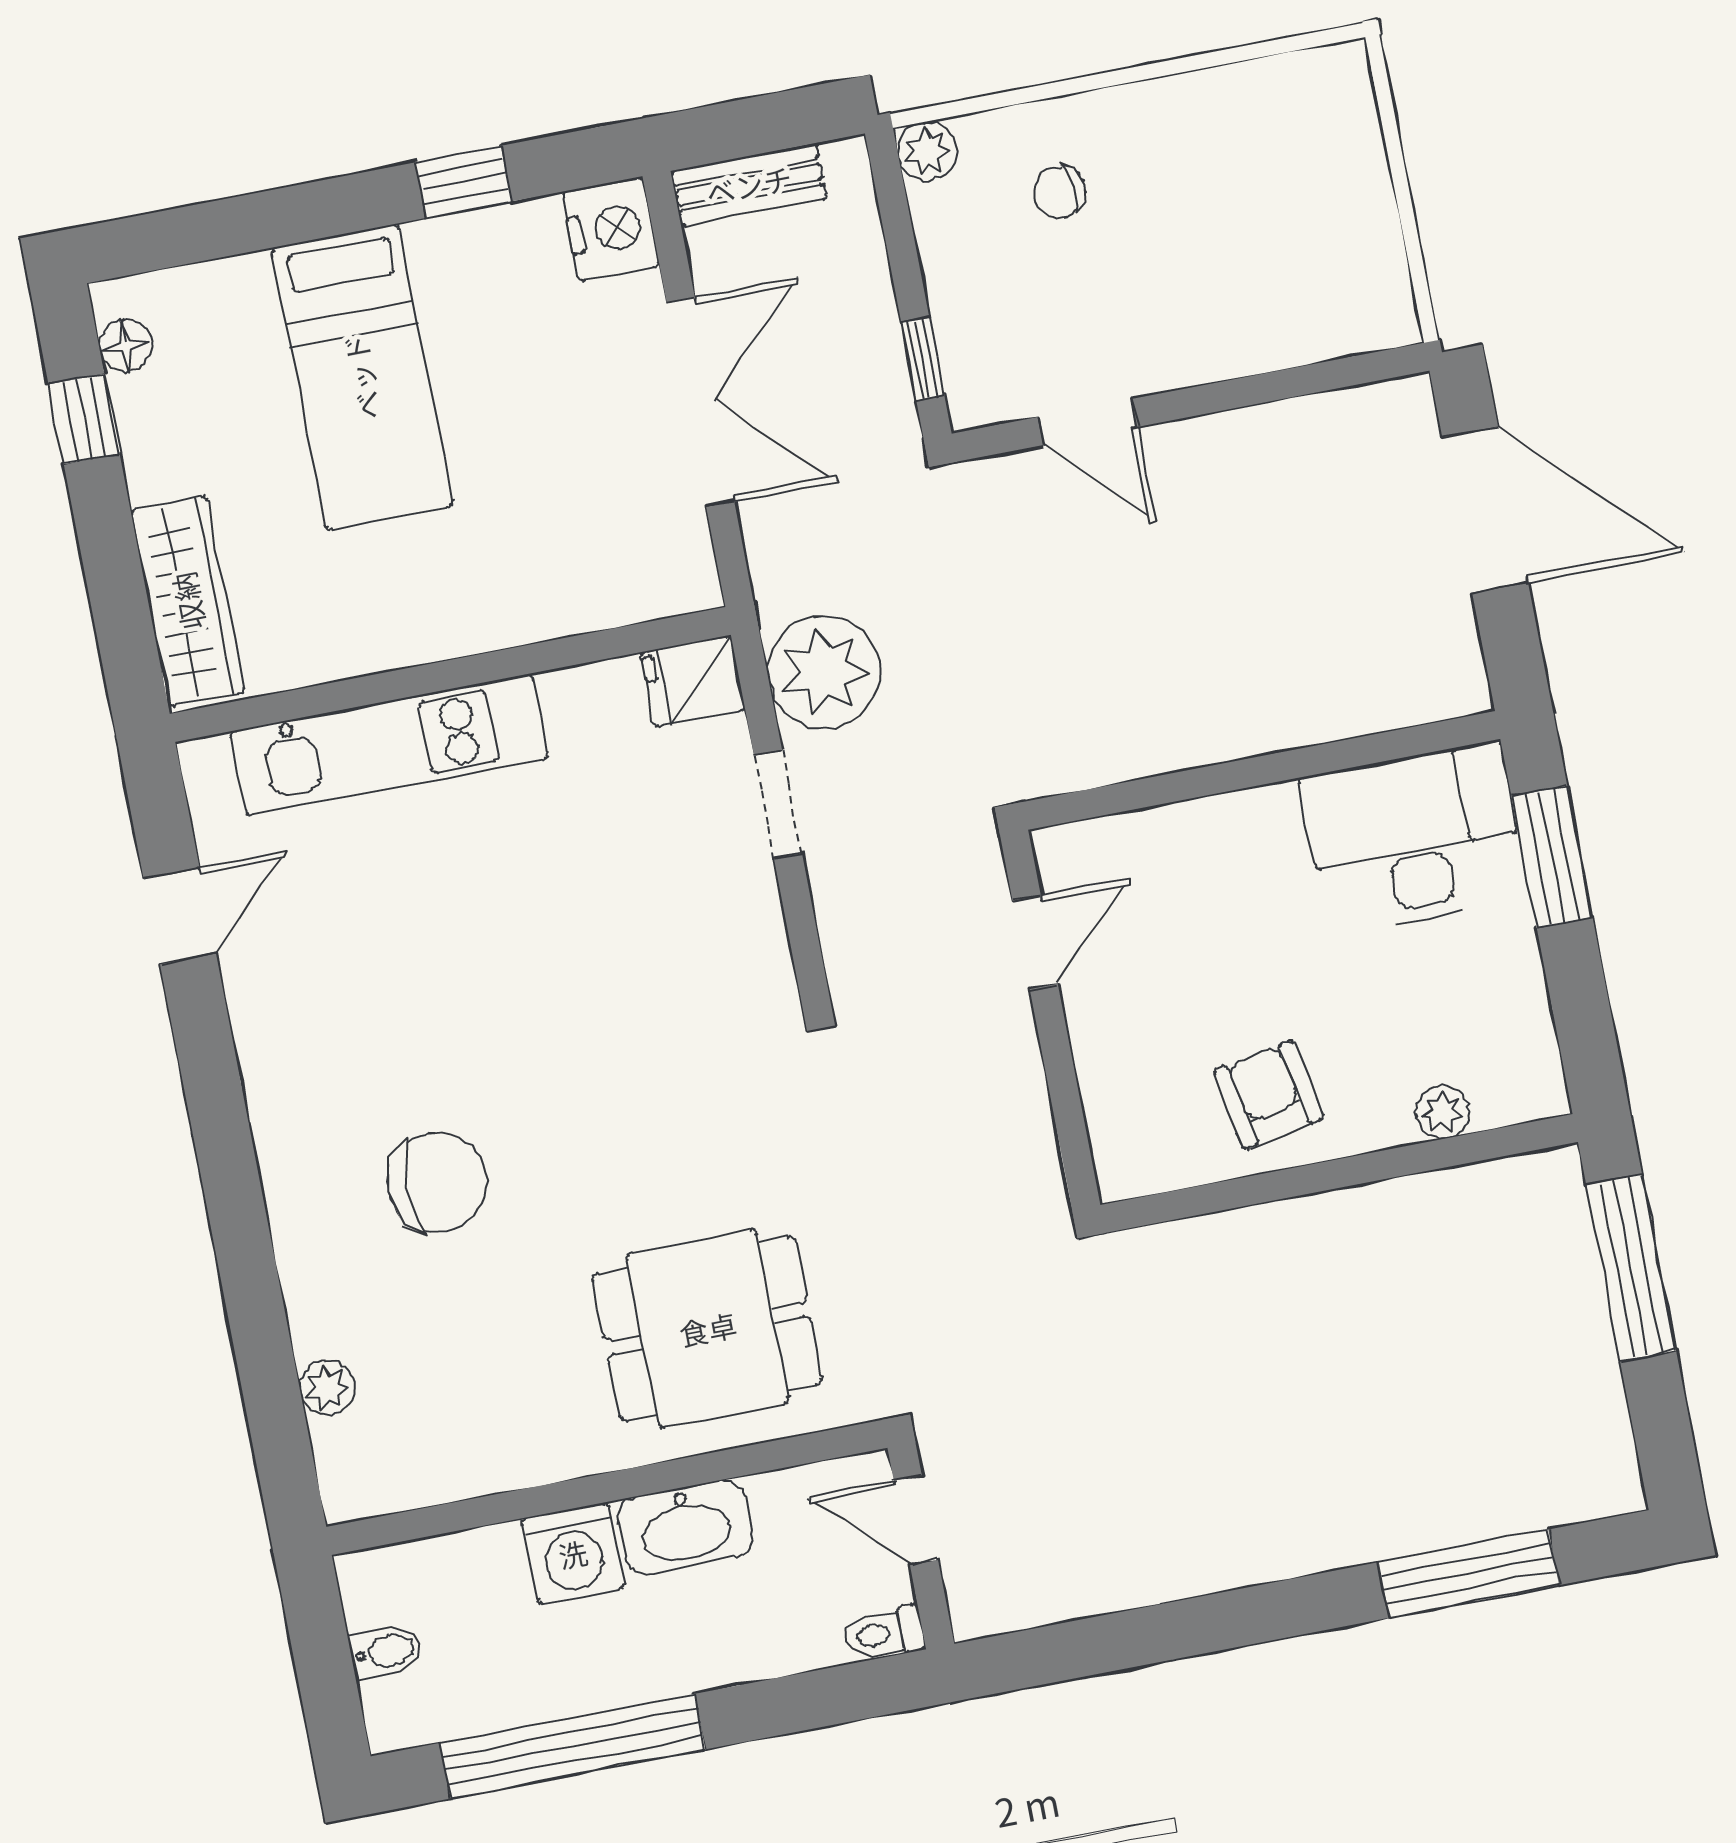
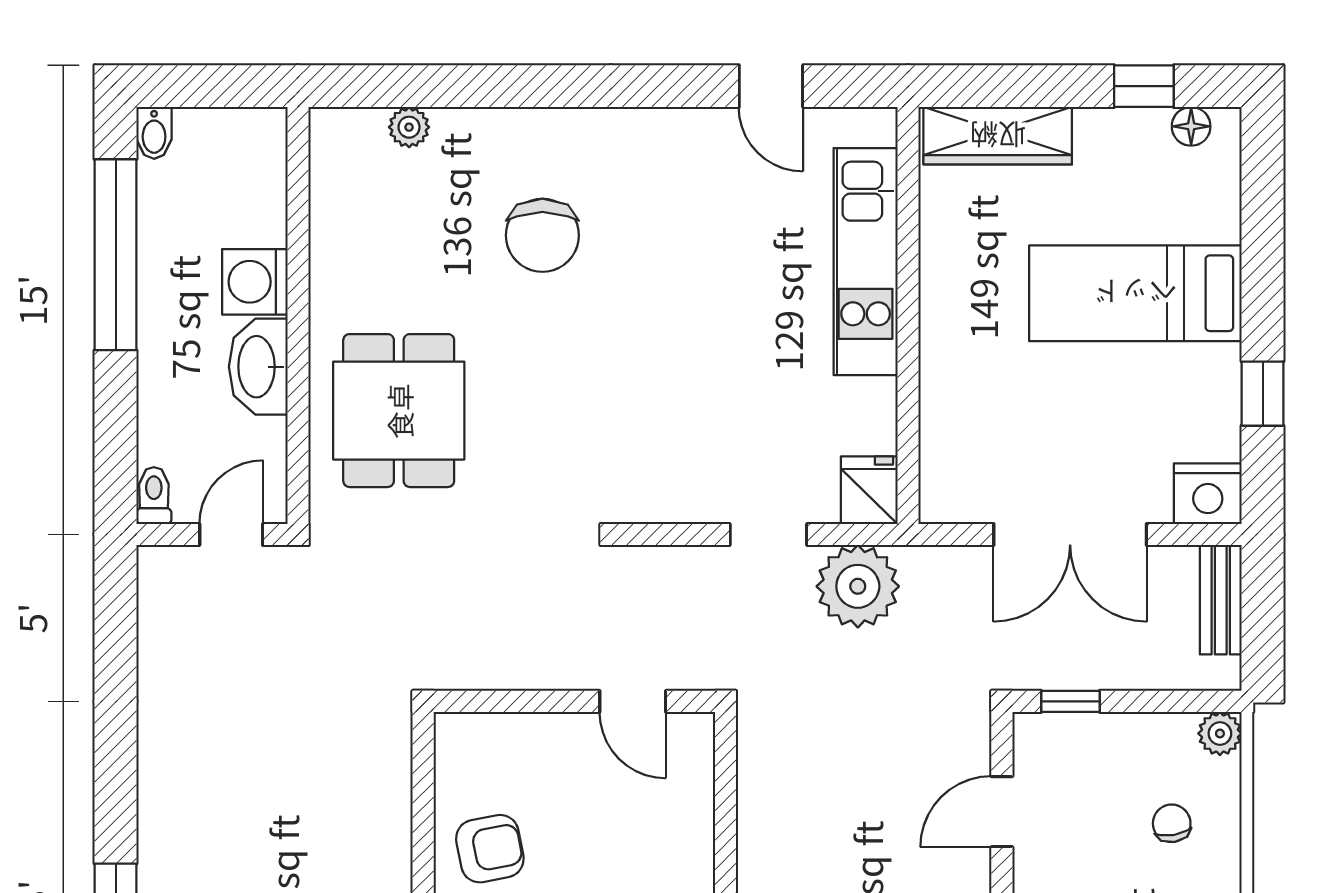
bidet: (386, 1651) -> (154, 133), moved

